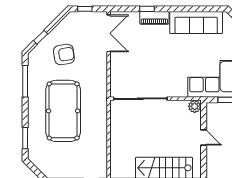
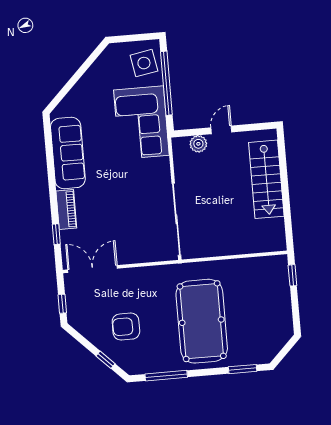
window: (147, 9) -> (56, 234), moved
armchair: (64, 55) -> (126, 327), turned -82
plant: (195, 106) -> (198, 144), moved
pool table: (63, 111) -> (202, 321), turned 90

